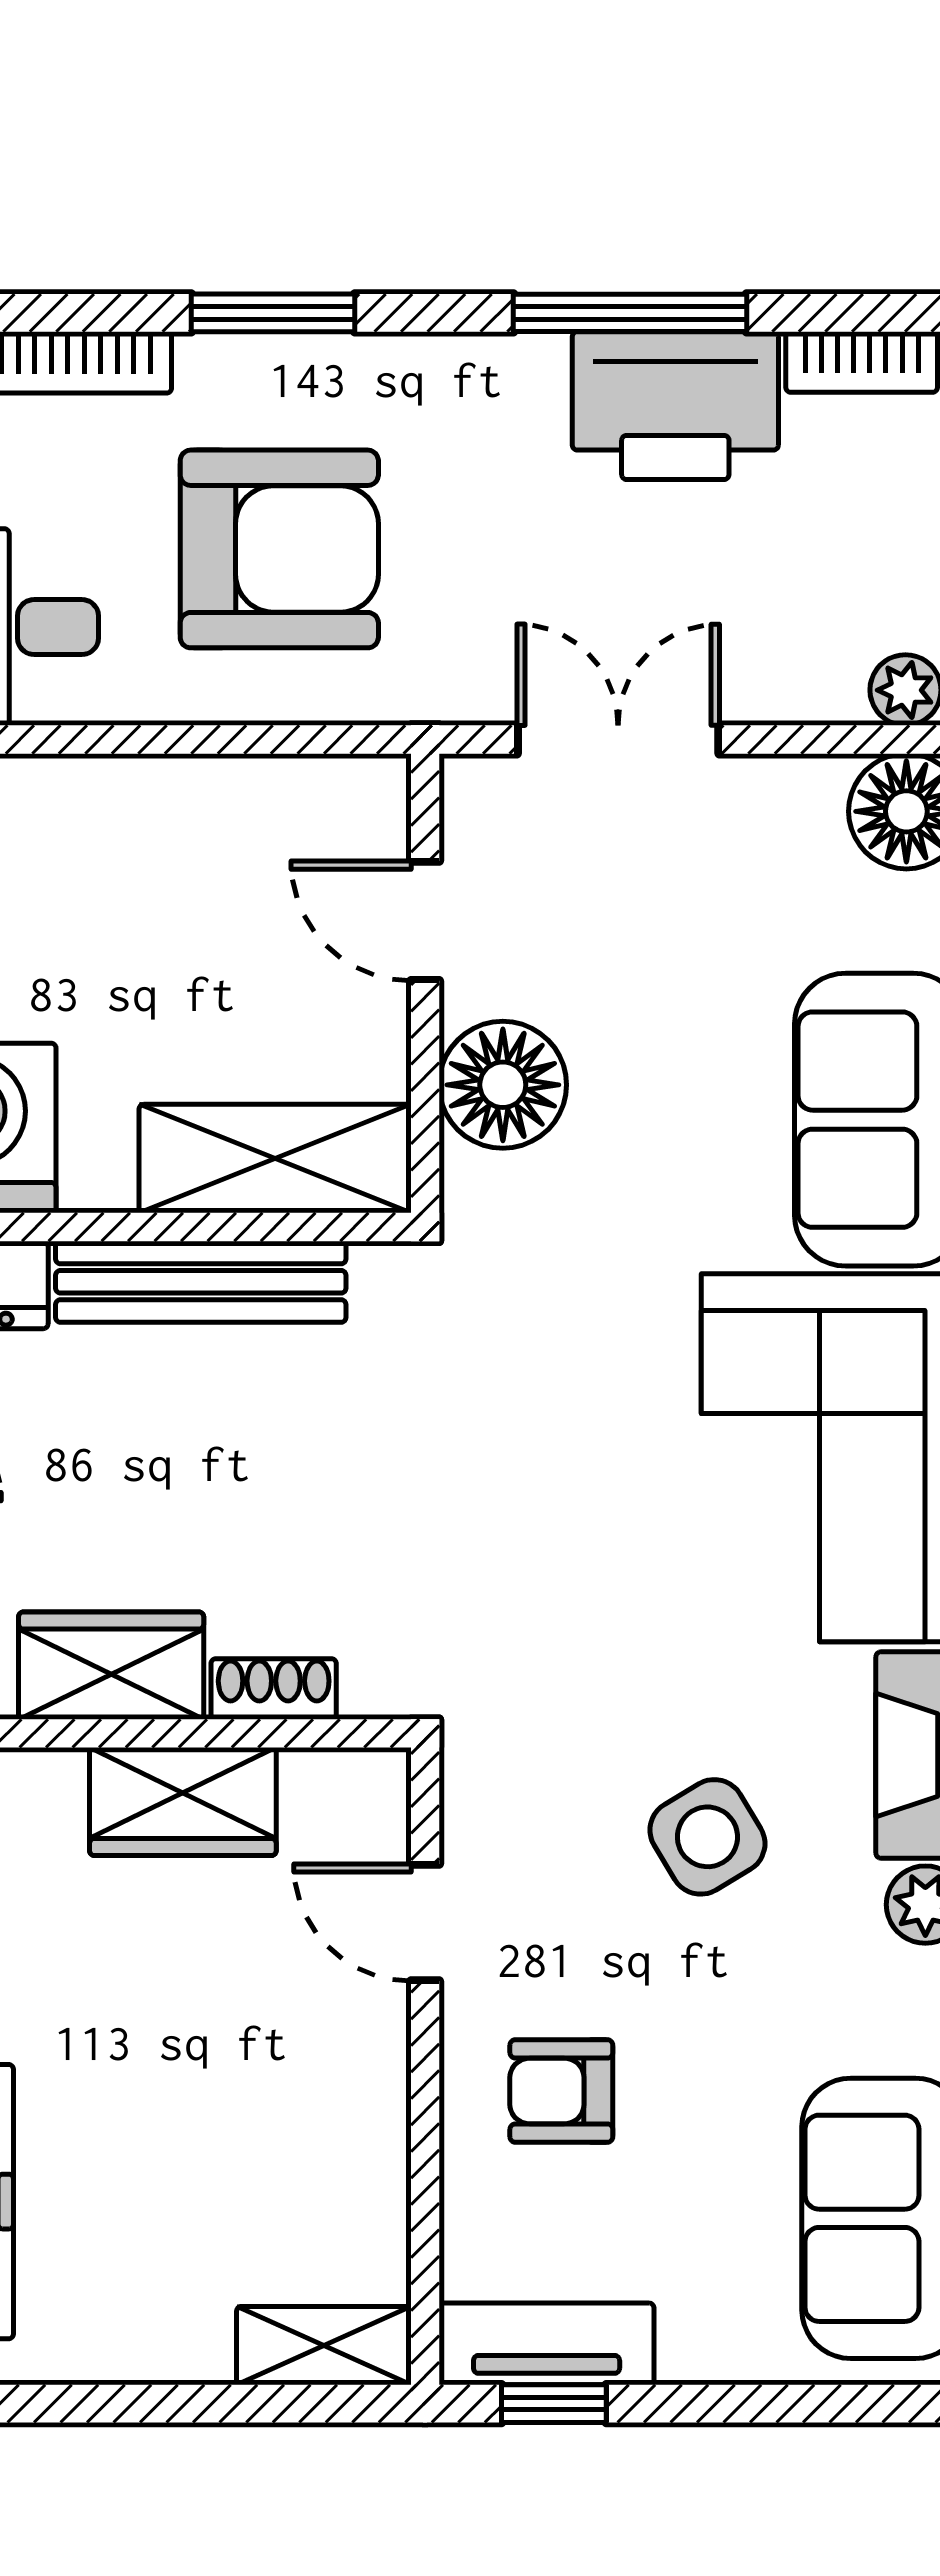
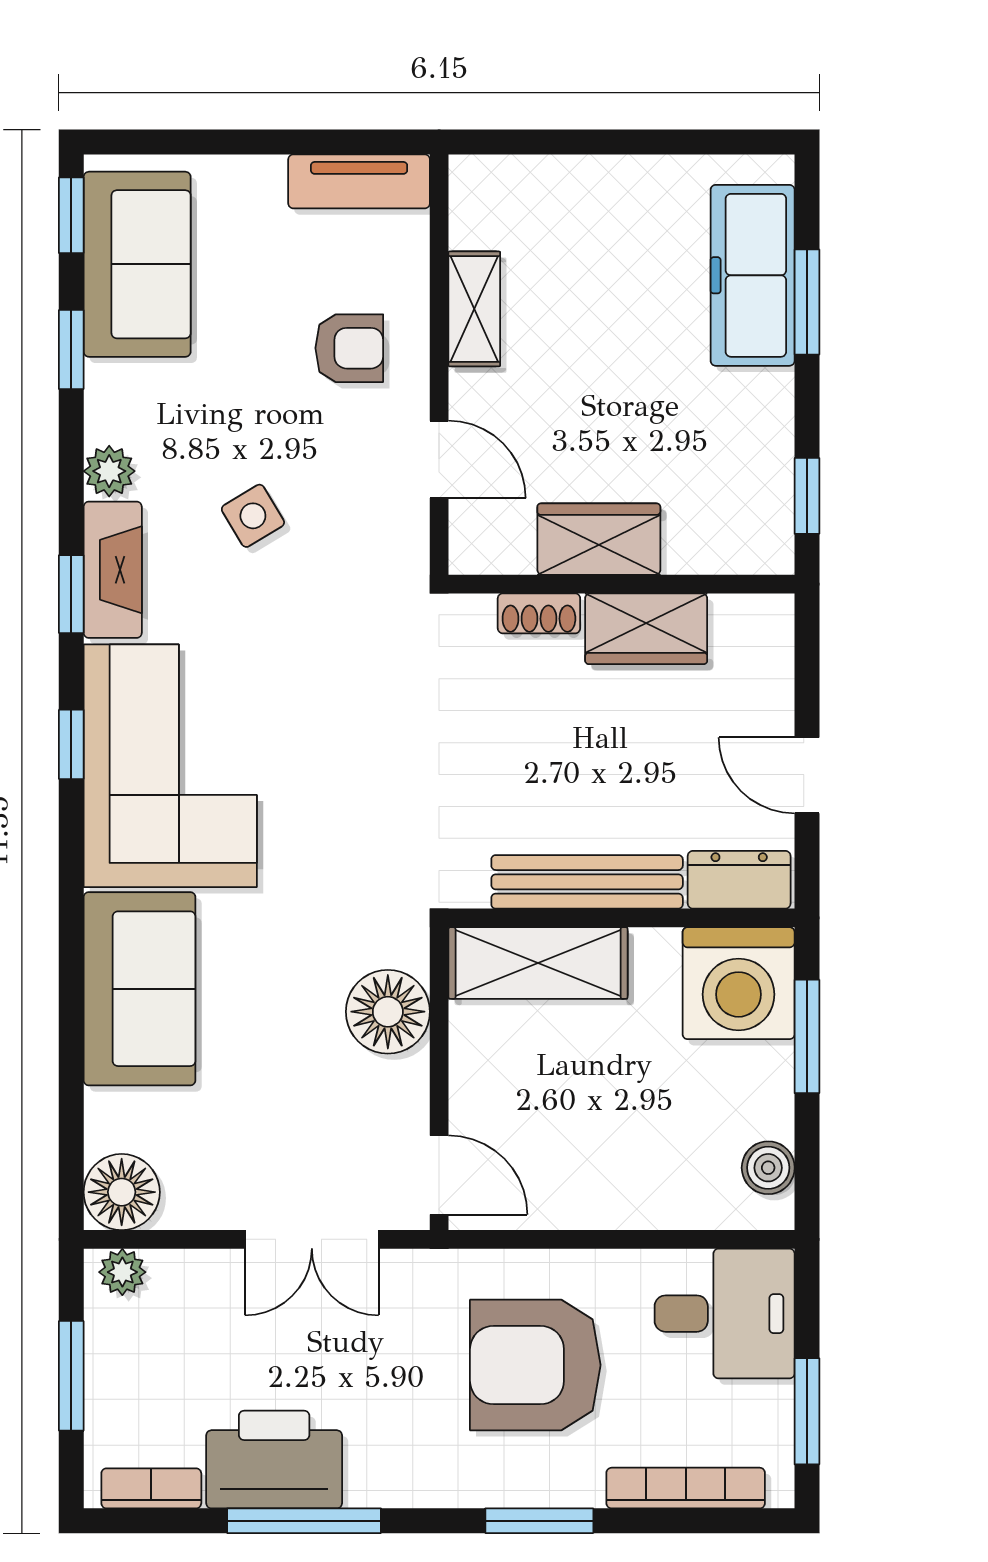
door: (425, 921) -> (439, 1175), moved
side table: (707, 1837) -> (253, 516), width x0.73, depth x0.73
shelving: (324, 2346) -> (474, 309), moved, turned 90
window: (554, 2404) -> (354, 142), removed

